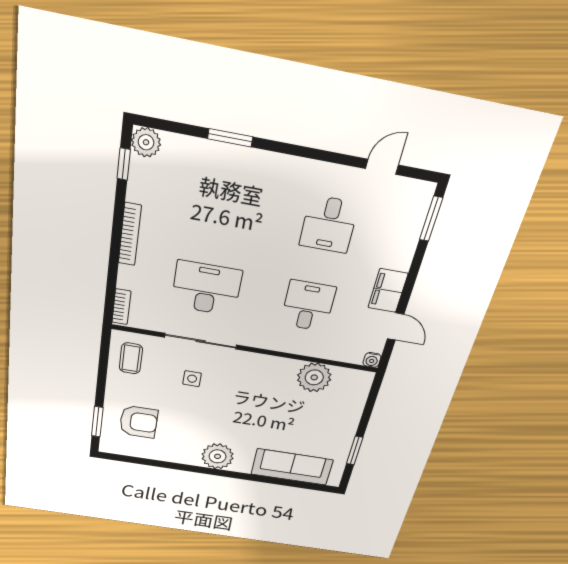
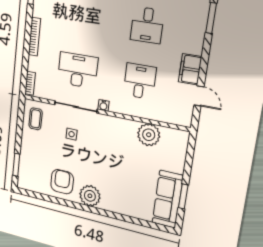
water cooler: (372, 360) -> (103, 105), moved
armchair: (139, 422) -> (62, 182), moved, turned -90
sofa: (292, 467) -> (168, 199), moved, turned -90

